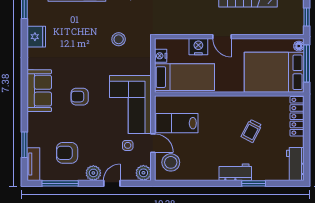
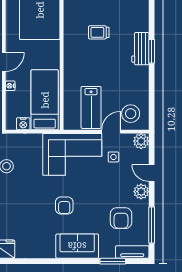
nightstand: (198, 47) -> (10, 86), width x0.53, depth x0.56
sofa: (39, 91) -> (77, 246), moved
trolley: (251, 131) -> (99, 32), turned 152
window: (254, 183) -> (152, 51), moved

